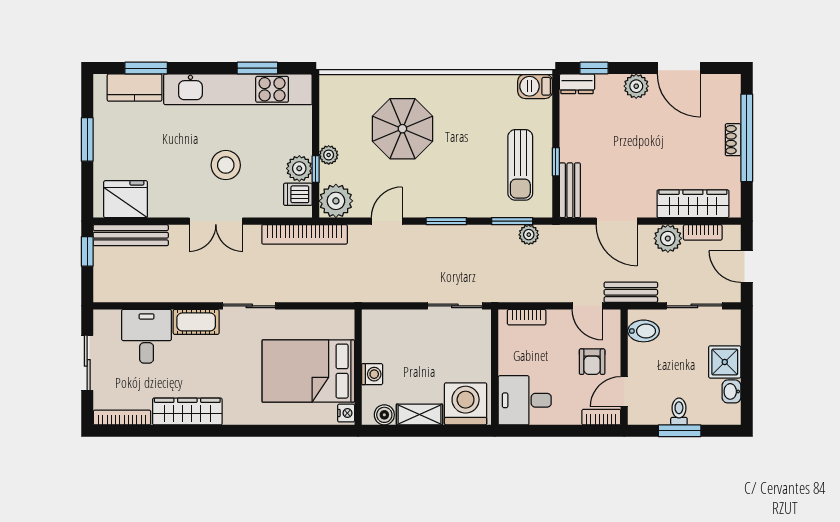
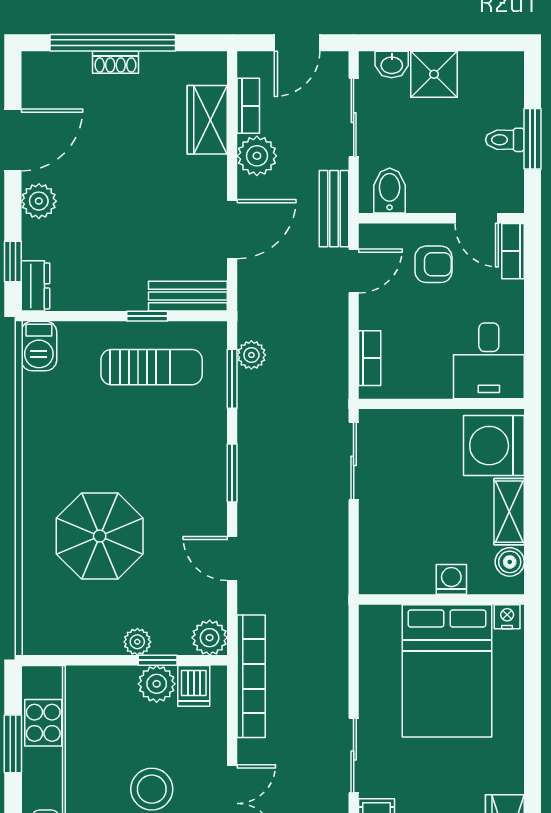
plant: (336, 201) -> (210, 638), width x0.73, depth x0.73
wardrobe: (693, 204) -> (207, 120), width x0.67
washbasin: (731, 391) -> (392, 65), moved

